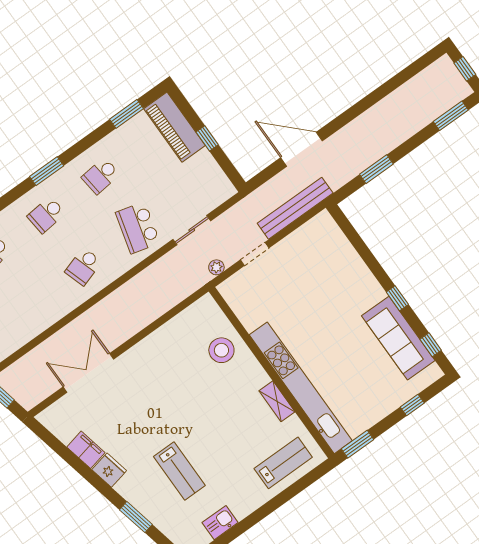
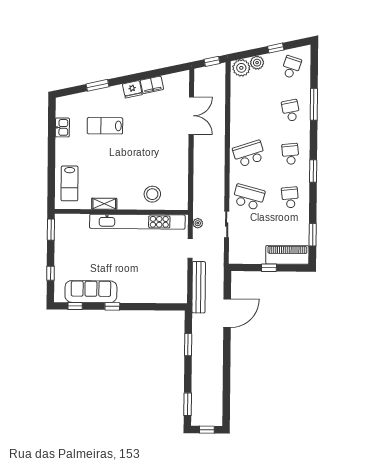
school desk: (83, 267) -> (249, 154), width x1.85
kitchen unit: (301, 388) -> (137, 222), moved

